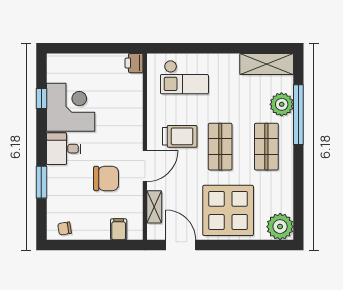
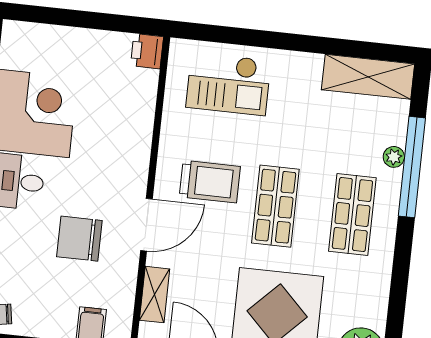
plant: (282, 104) -> (394, 157), width x0.53, depth x0.53
chair: (106, 178) -> (79, 239), turned 180

